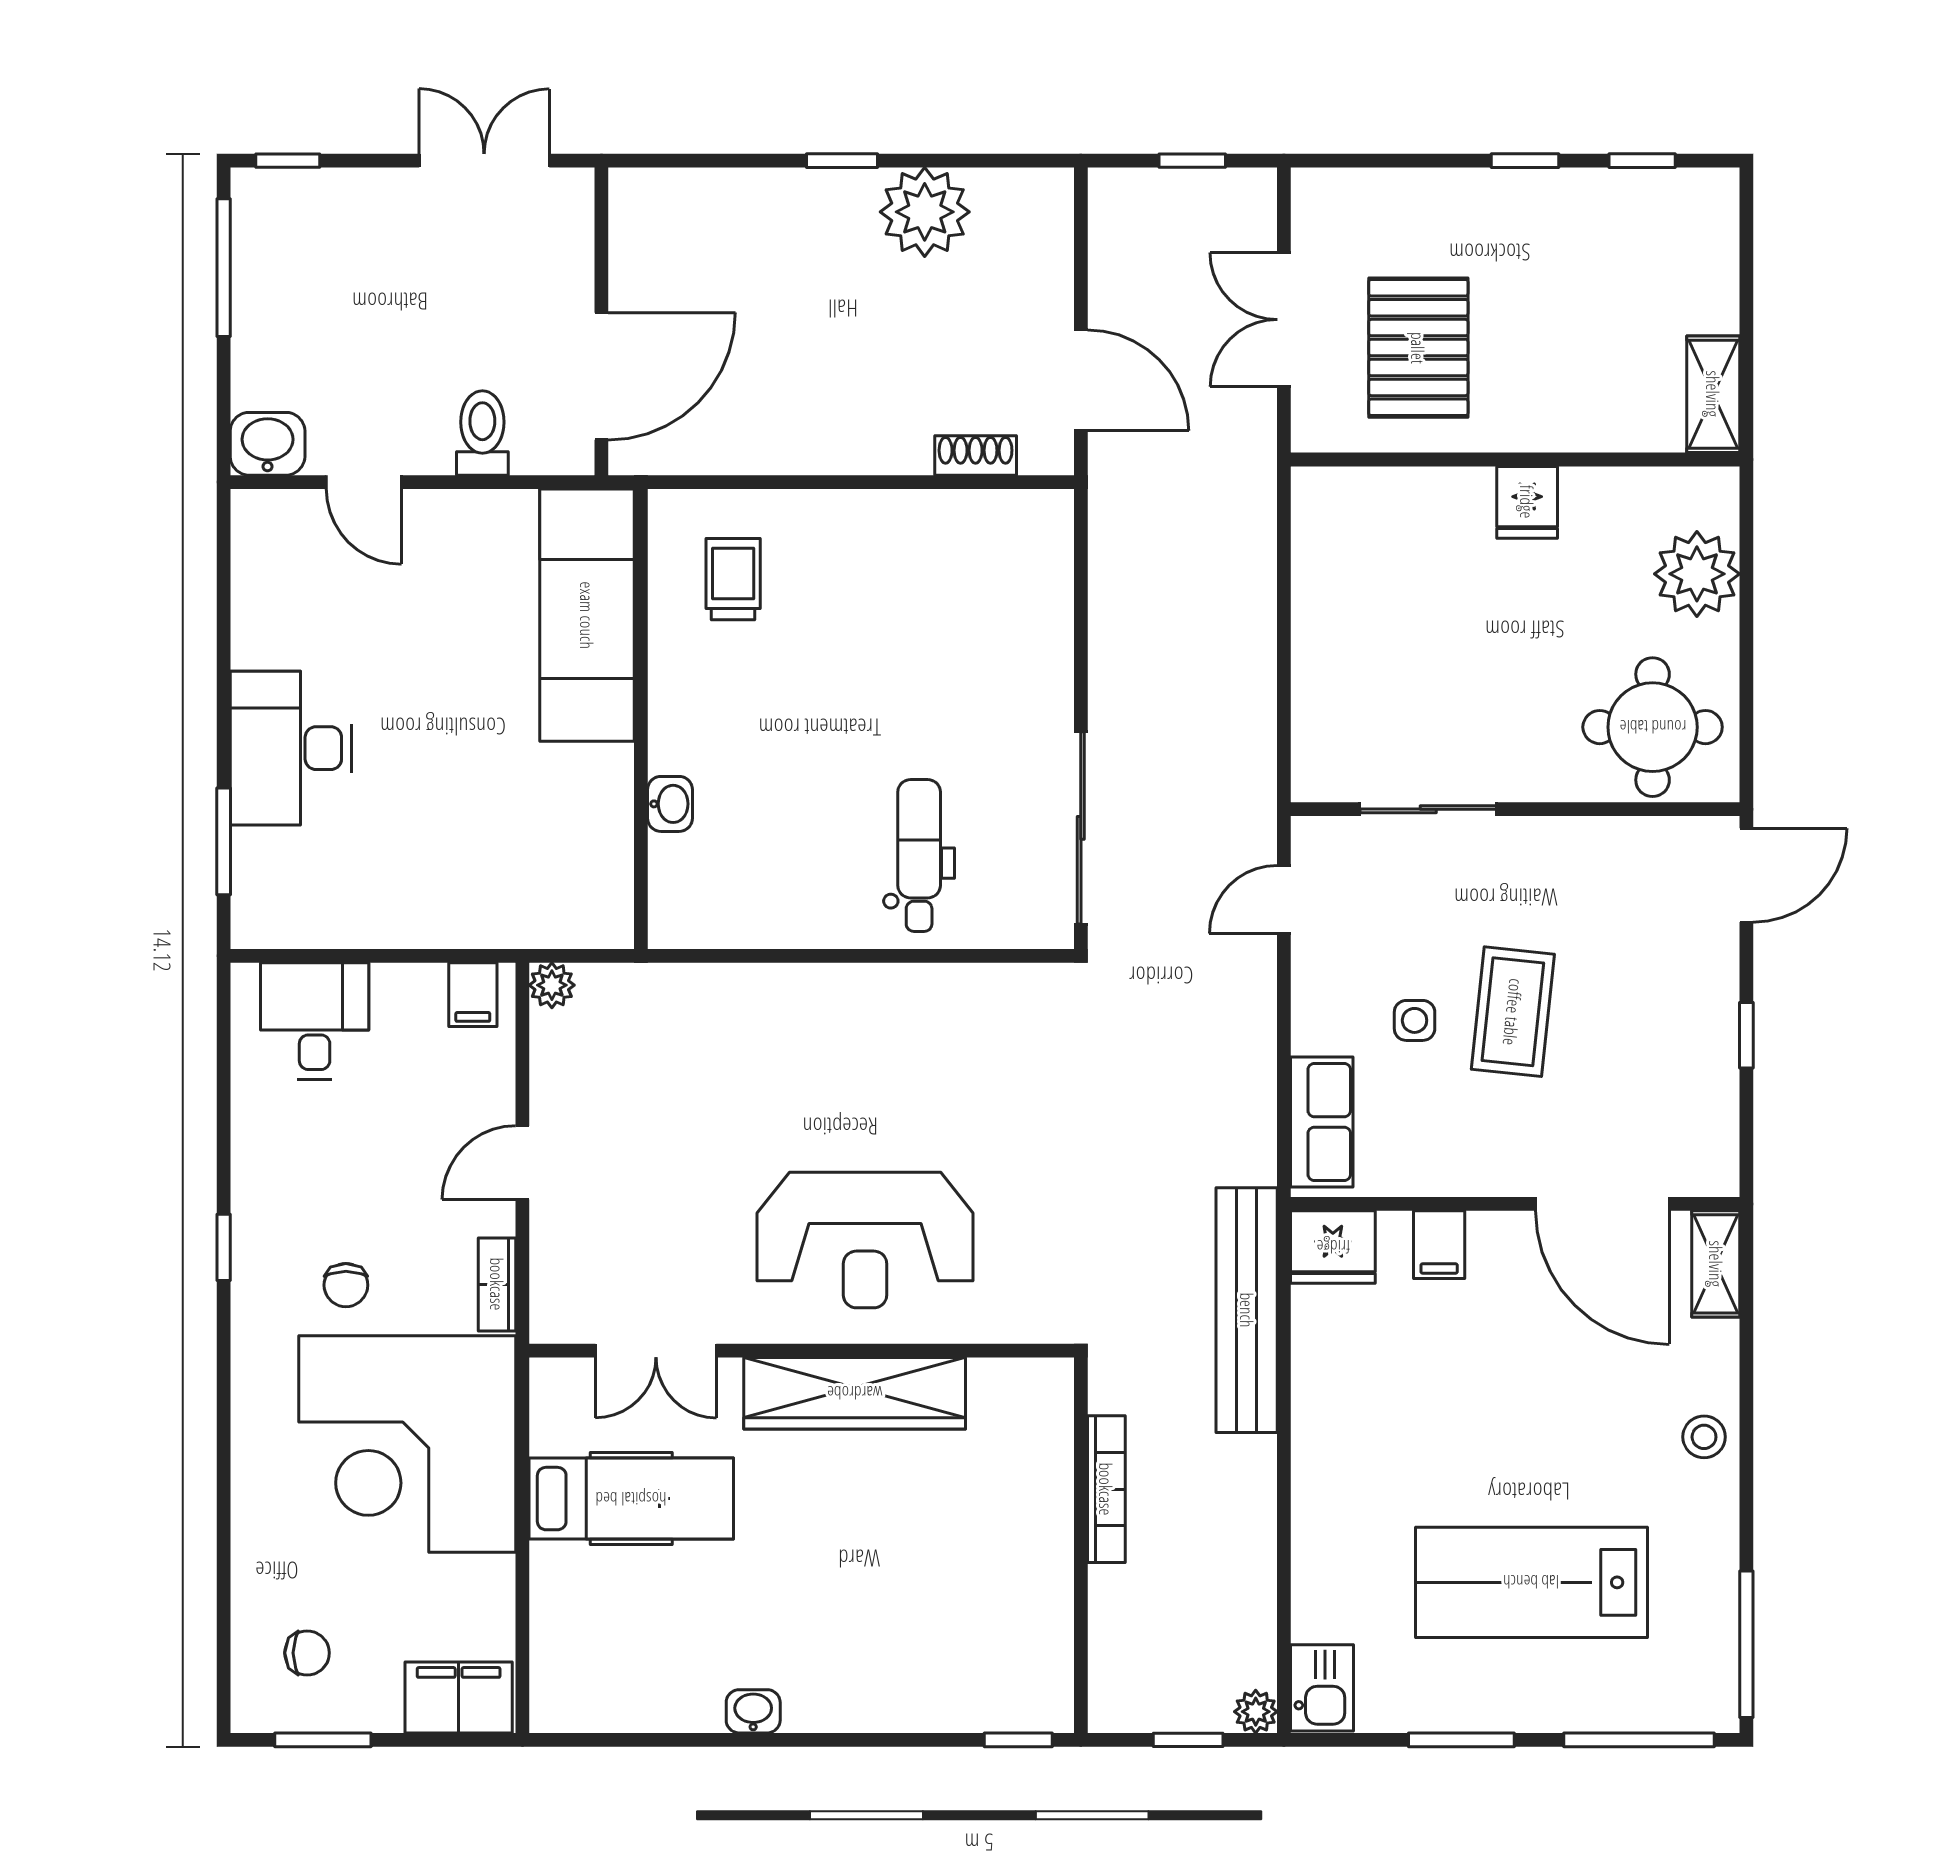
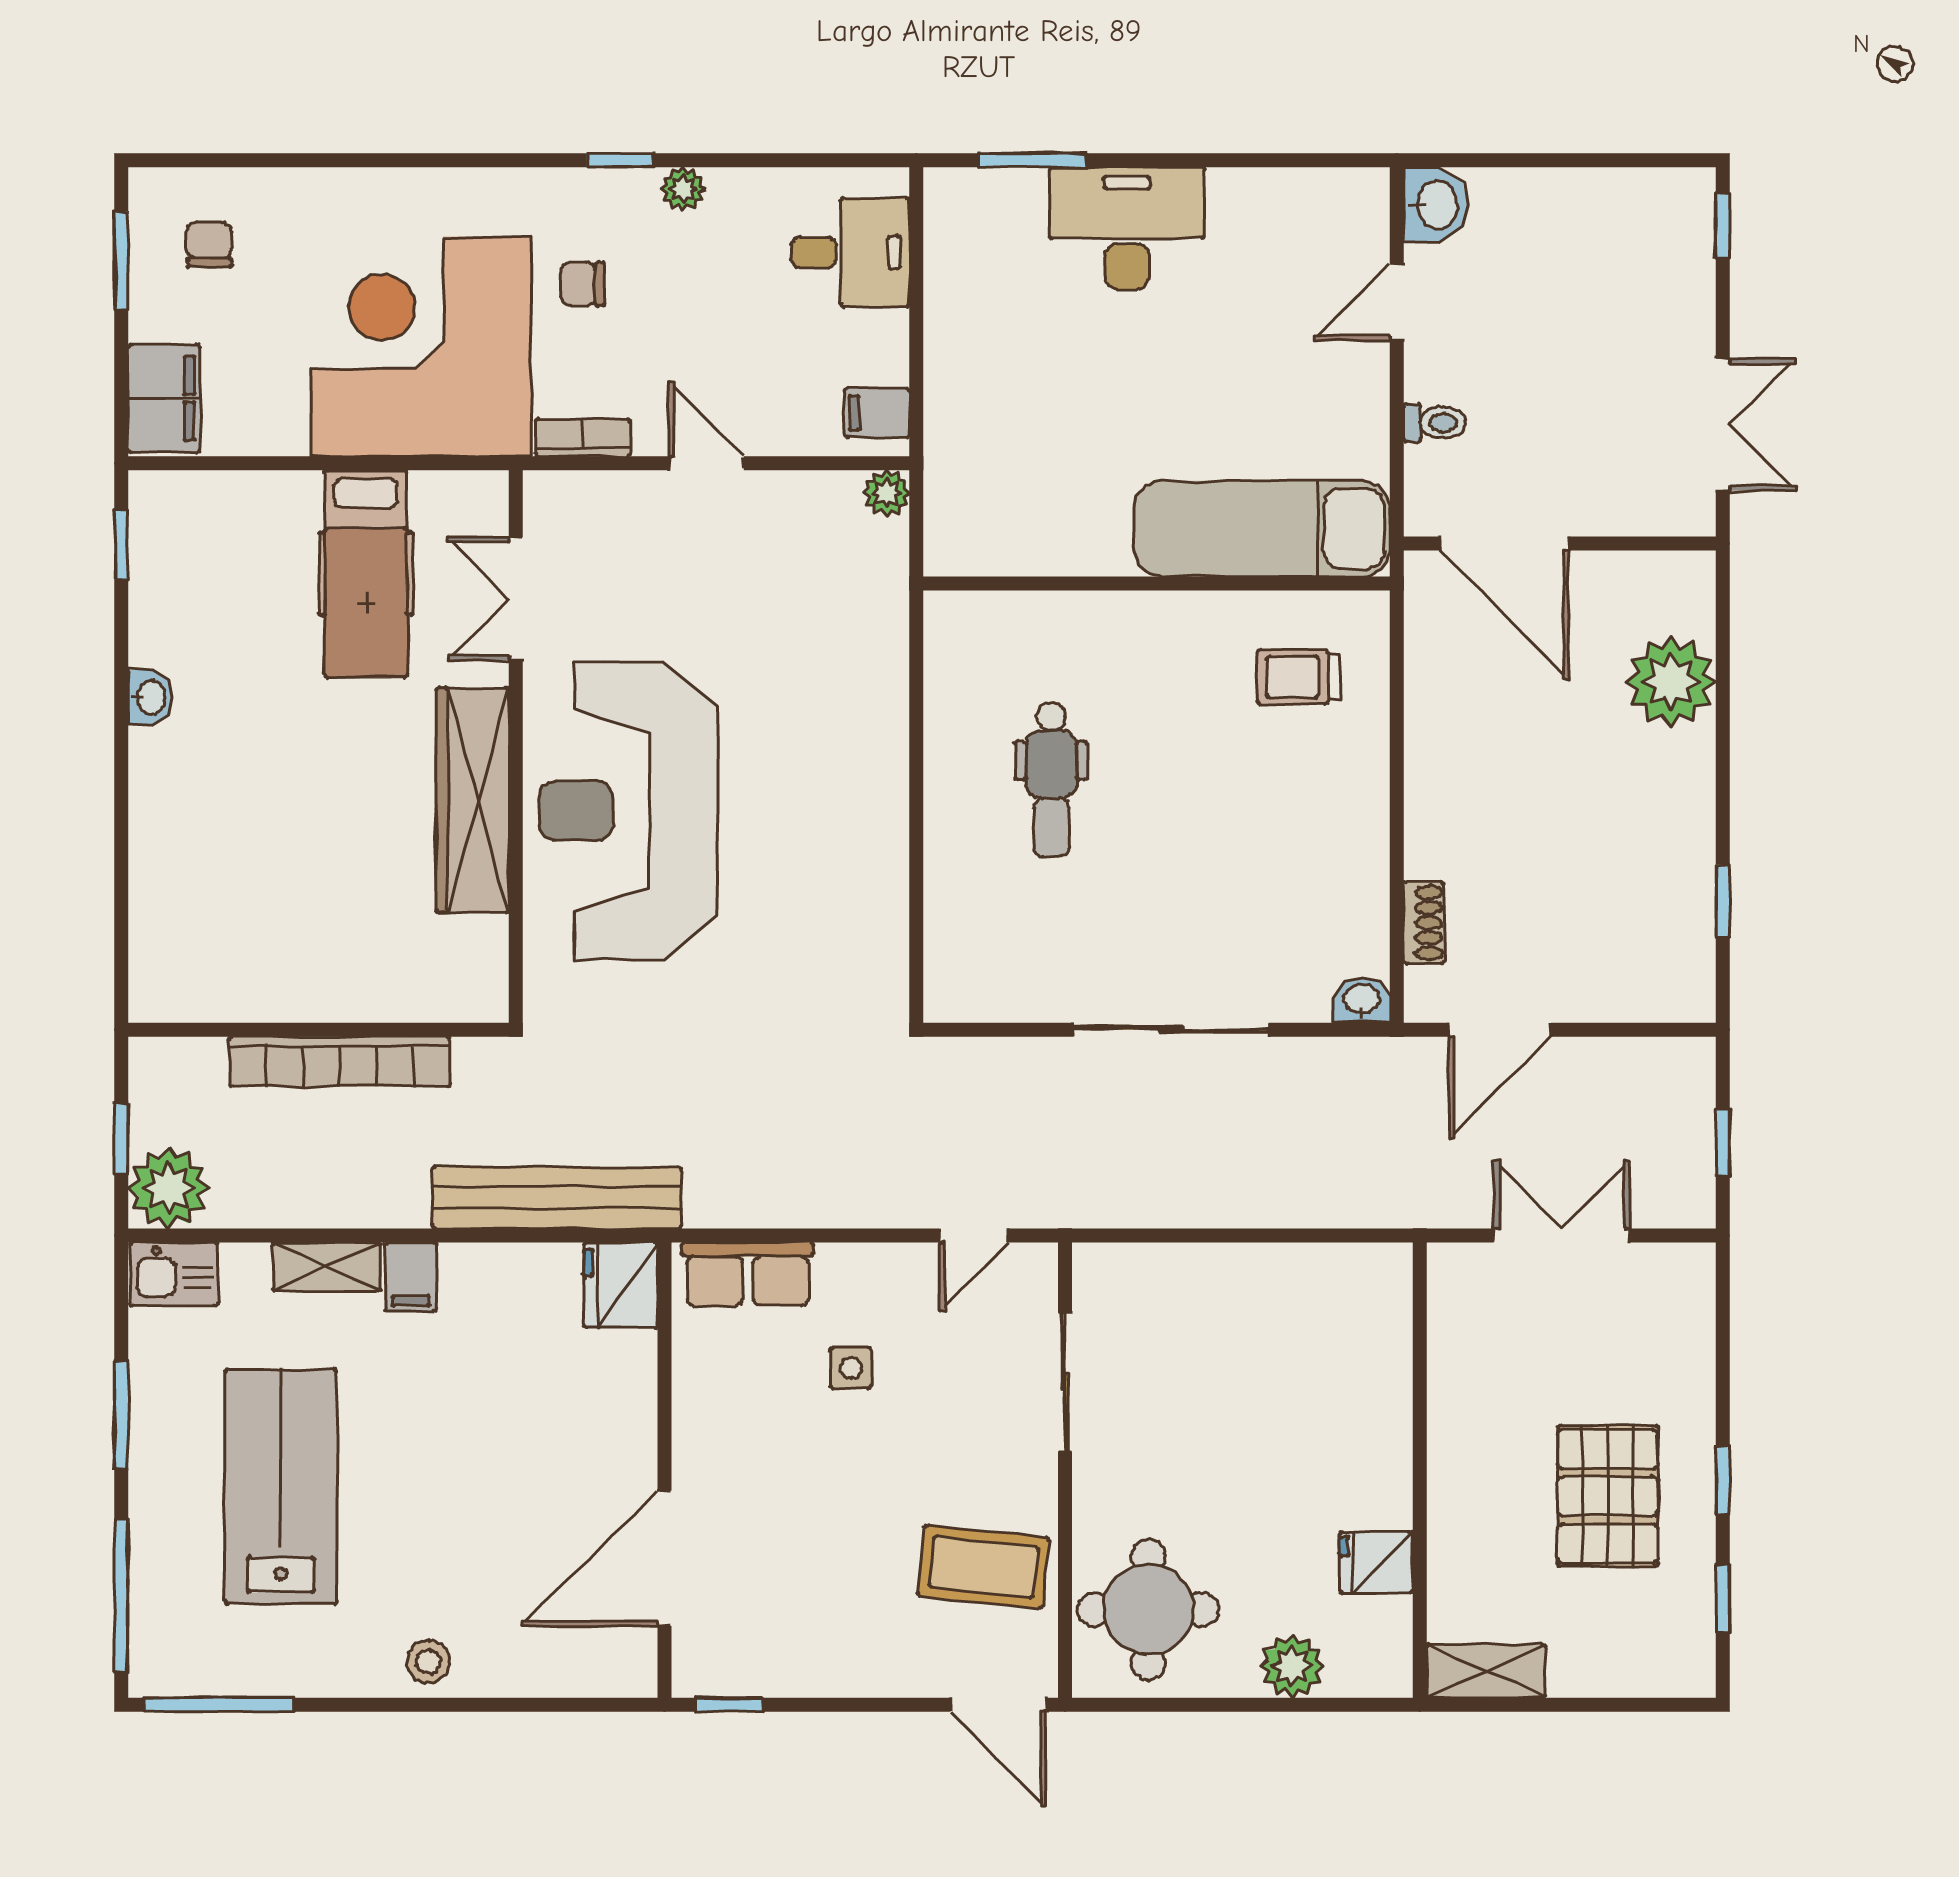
window: (842, 161) -> (1723, 901), moved
plant: (925, 212) -> (1671, 682), moved
window: (224, 268) -> (1614, 160), removed
pallet: (1418, 348) -> (1608, 1496), moved, turned 90
toilet: (482, 433) -> (1435, 423), width x0.73, depth x0.72
fridge: (1527, 502) -> (1376, 1562), moved
plant: (1697, 574) -> (1292, 1666), width x0.73, depth x0.73
trolley: (733, 579) -> (1298, 677), turned 180
washbasin: (670, 804) -> (1362, 1000), moved, turned 180
sliding door: (1081, 828) -> (1171, 1030), moved
dental chair: (919, 855) -> (1051, 780), moved, turned 90
door: (1284, 899) -> (973, 1236), swing flipped
coffee table: (1513, 1012) -> (984, 1567), moved
window: (1746, 1035) -> (729, 1705), moved
plant: (252, 1186) -> (683, 189), added
reception desk: (865, 1240) -> (628, 811), width x1.36, depth x1.30
filing cabinet: (1439, 1245) -> (411, 1277), moved, turned -90
shelving: (1716, 1264) -> (327, 1267), moved
bookcase: (1106, 1489) -> (340, 1062), width x1.48, depth x1.31
chair: (307, 1653) -> (209, 245), turned 180
plant: (1256, 1712) -> (169, 1188), width x1.88, depth x1.88
window: (1018, 1740) -> (121, 545), moved

